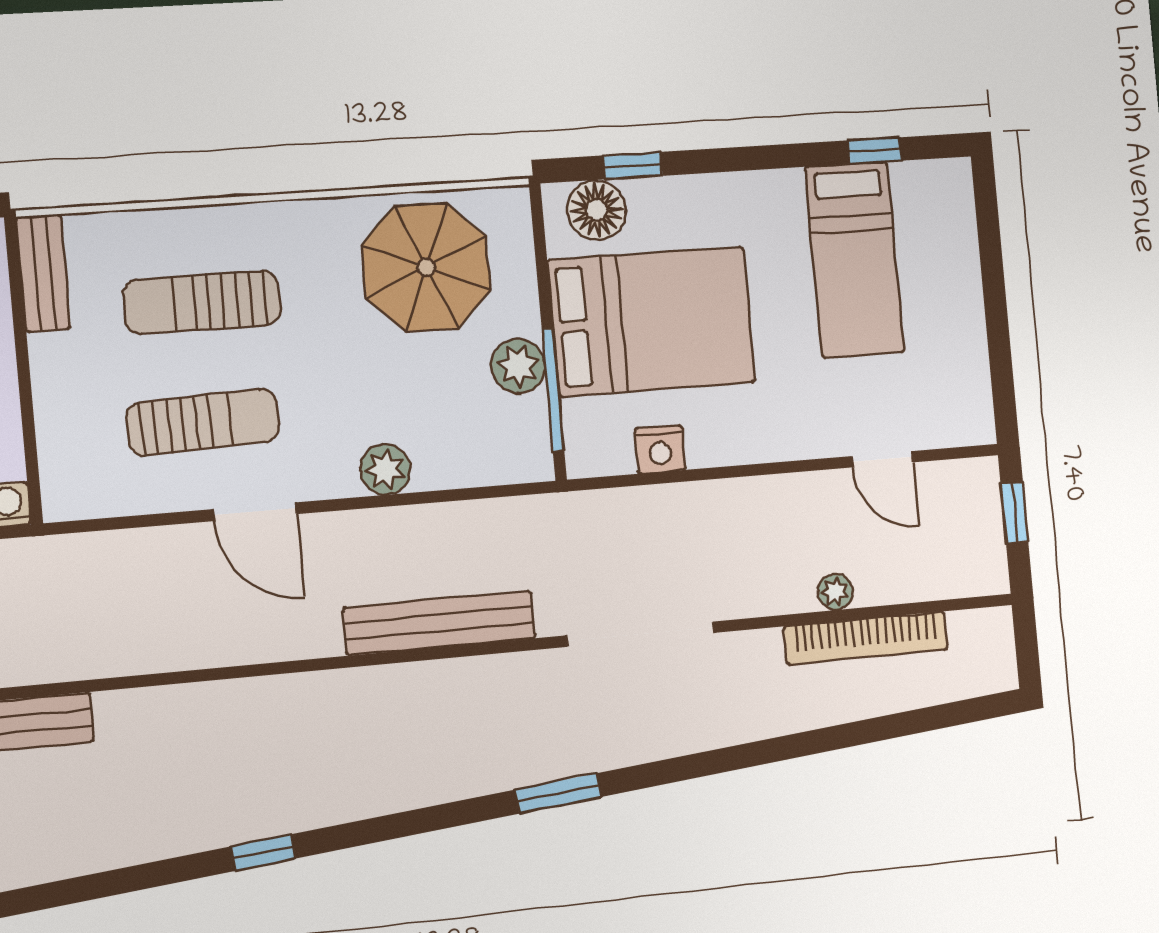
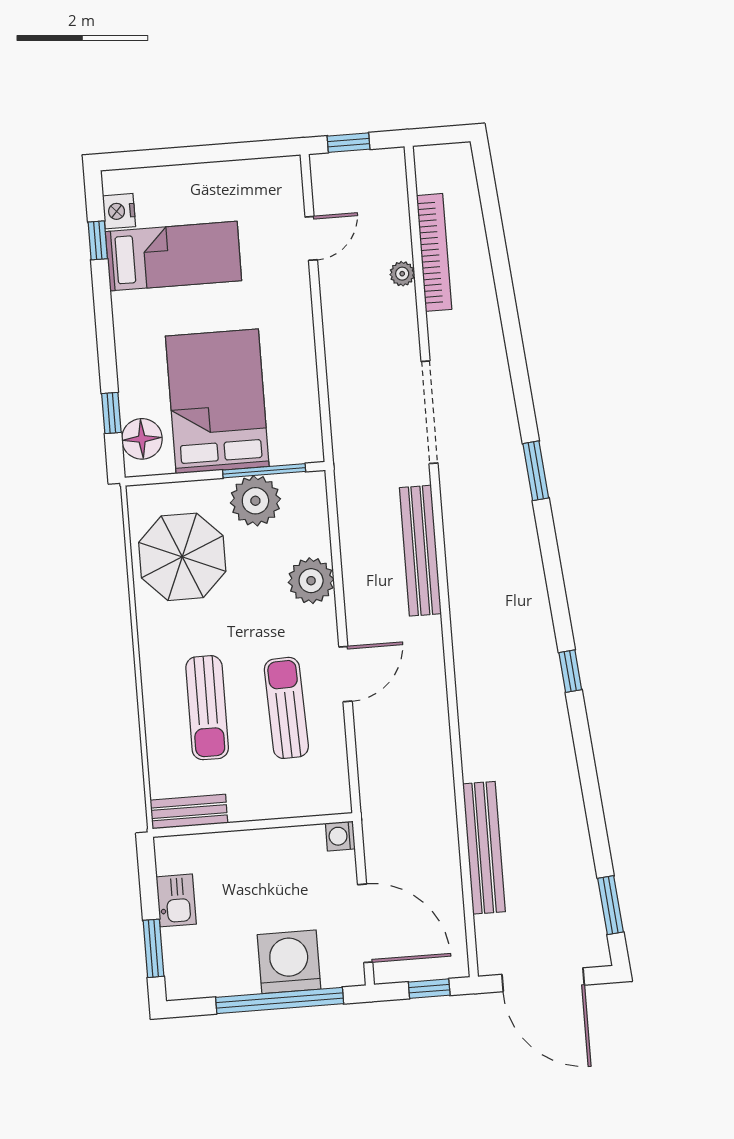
plant: (518, 366) -> (255, 501), width x1.36, depth x1.36
nightstand: (660, 449) -> (119, 211), moved, turned 180
plant: (385, 469) -> (311, 581), width x1.36, depth x1.36

